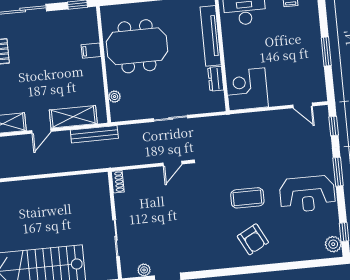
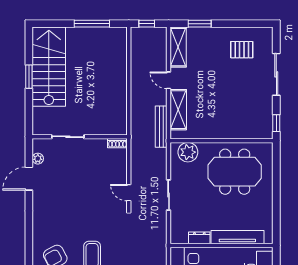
meeting table: (137, 46) -> (235, 172), turned 90
filing cabinet: (91, 51) -> (235, 131), removed
plant: (114, 97) -> (188, 152), width x1.88, depth x1.88

